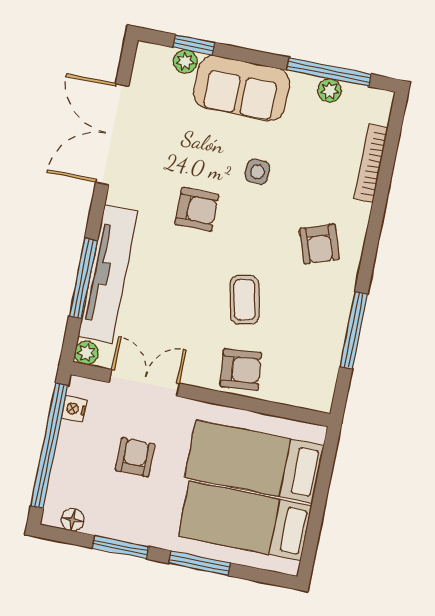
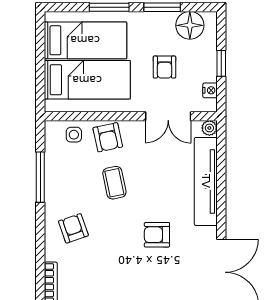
side table: (257, 172) -> (74, 135), moved
window: (83, 278) -> (221, 176), removed
armchair: (241, 370) -> (108, 137), turned -96
window: (49, 446) -> (221, 63), width x0.32
floor lamp: (73, 520) -> (190, 25), width x1.89, depth x1.89

